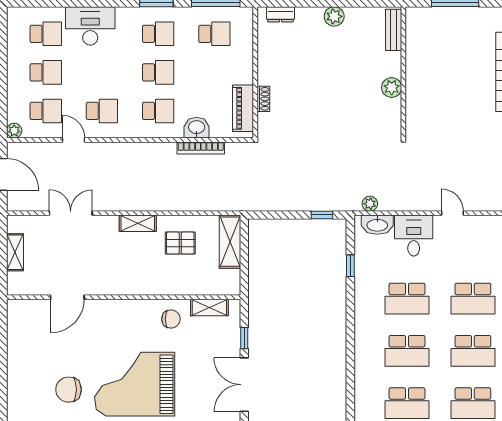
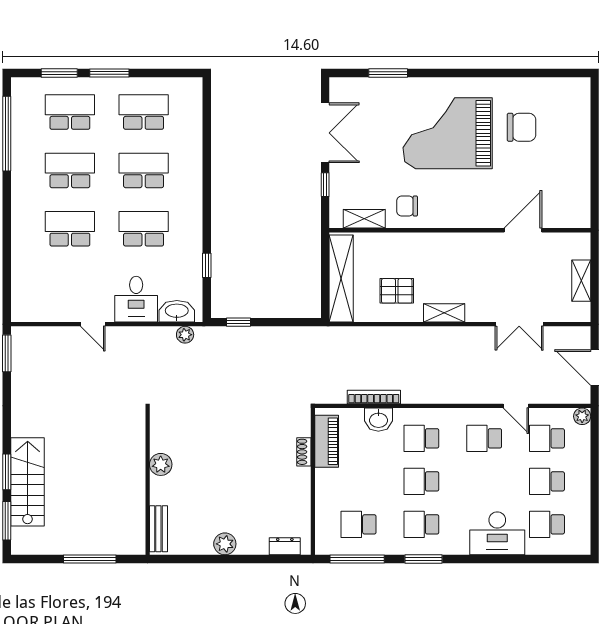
shelving: (230, 242) -> (341, 279), width x1.47
grand piano: (135, 384) -> (448, 133), turned 180

